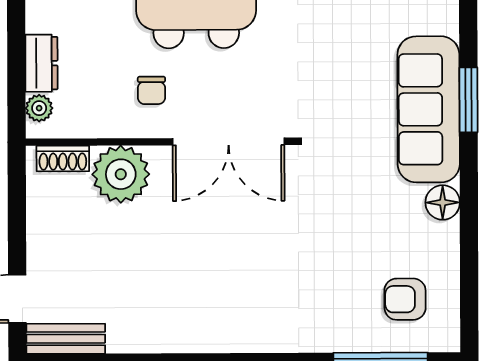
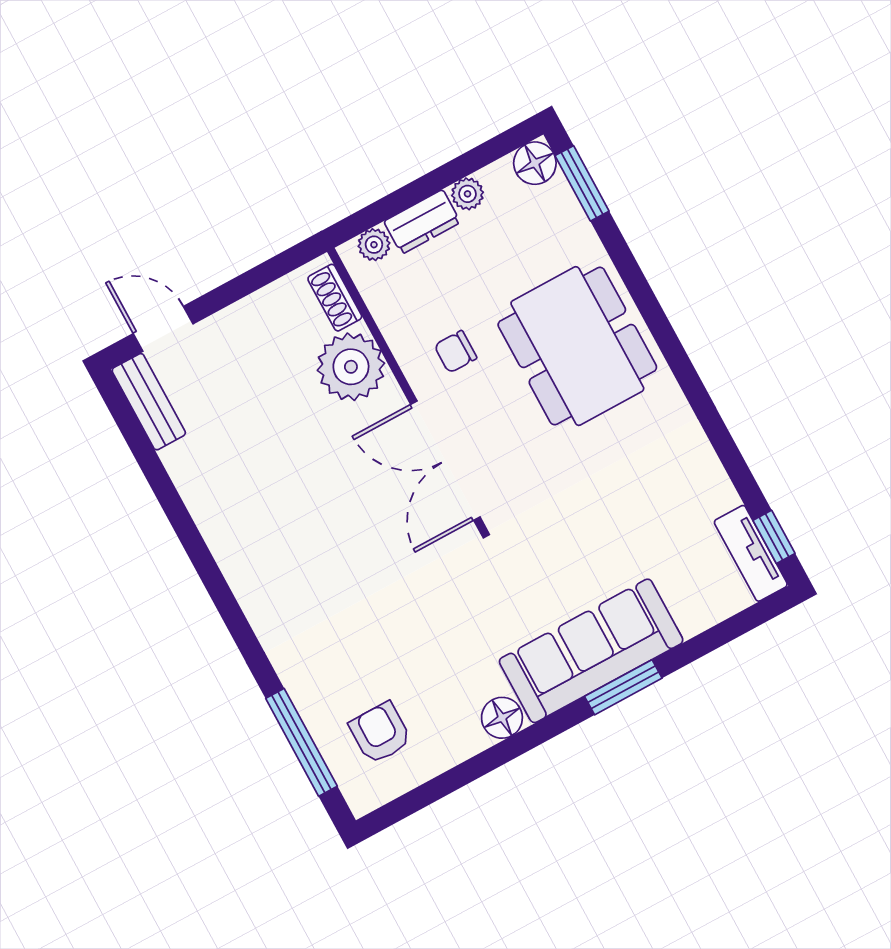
plant: (39, 18) -> (468, 194), added

